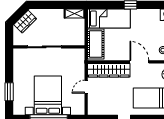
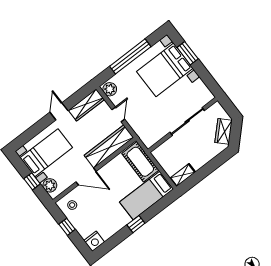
bed with nightstands: (48, 95) -> (165, 70), moved, turned 90
plant: (79, 108) -> (110, 89), added
wardrobe: (102, 109) -> (86, 105), added

